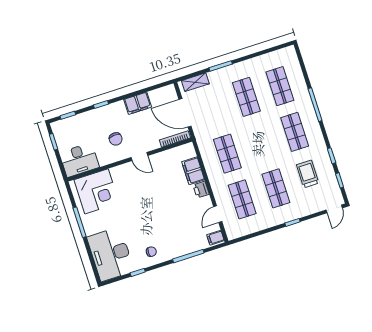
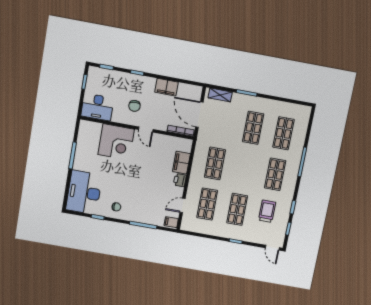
corner desk: (96, 191) -> (116, 142), moved
door: (334, 209) -> (272, 248), hinge flipped

